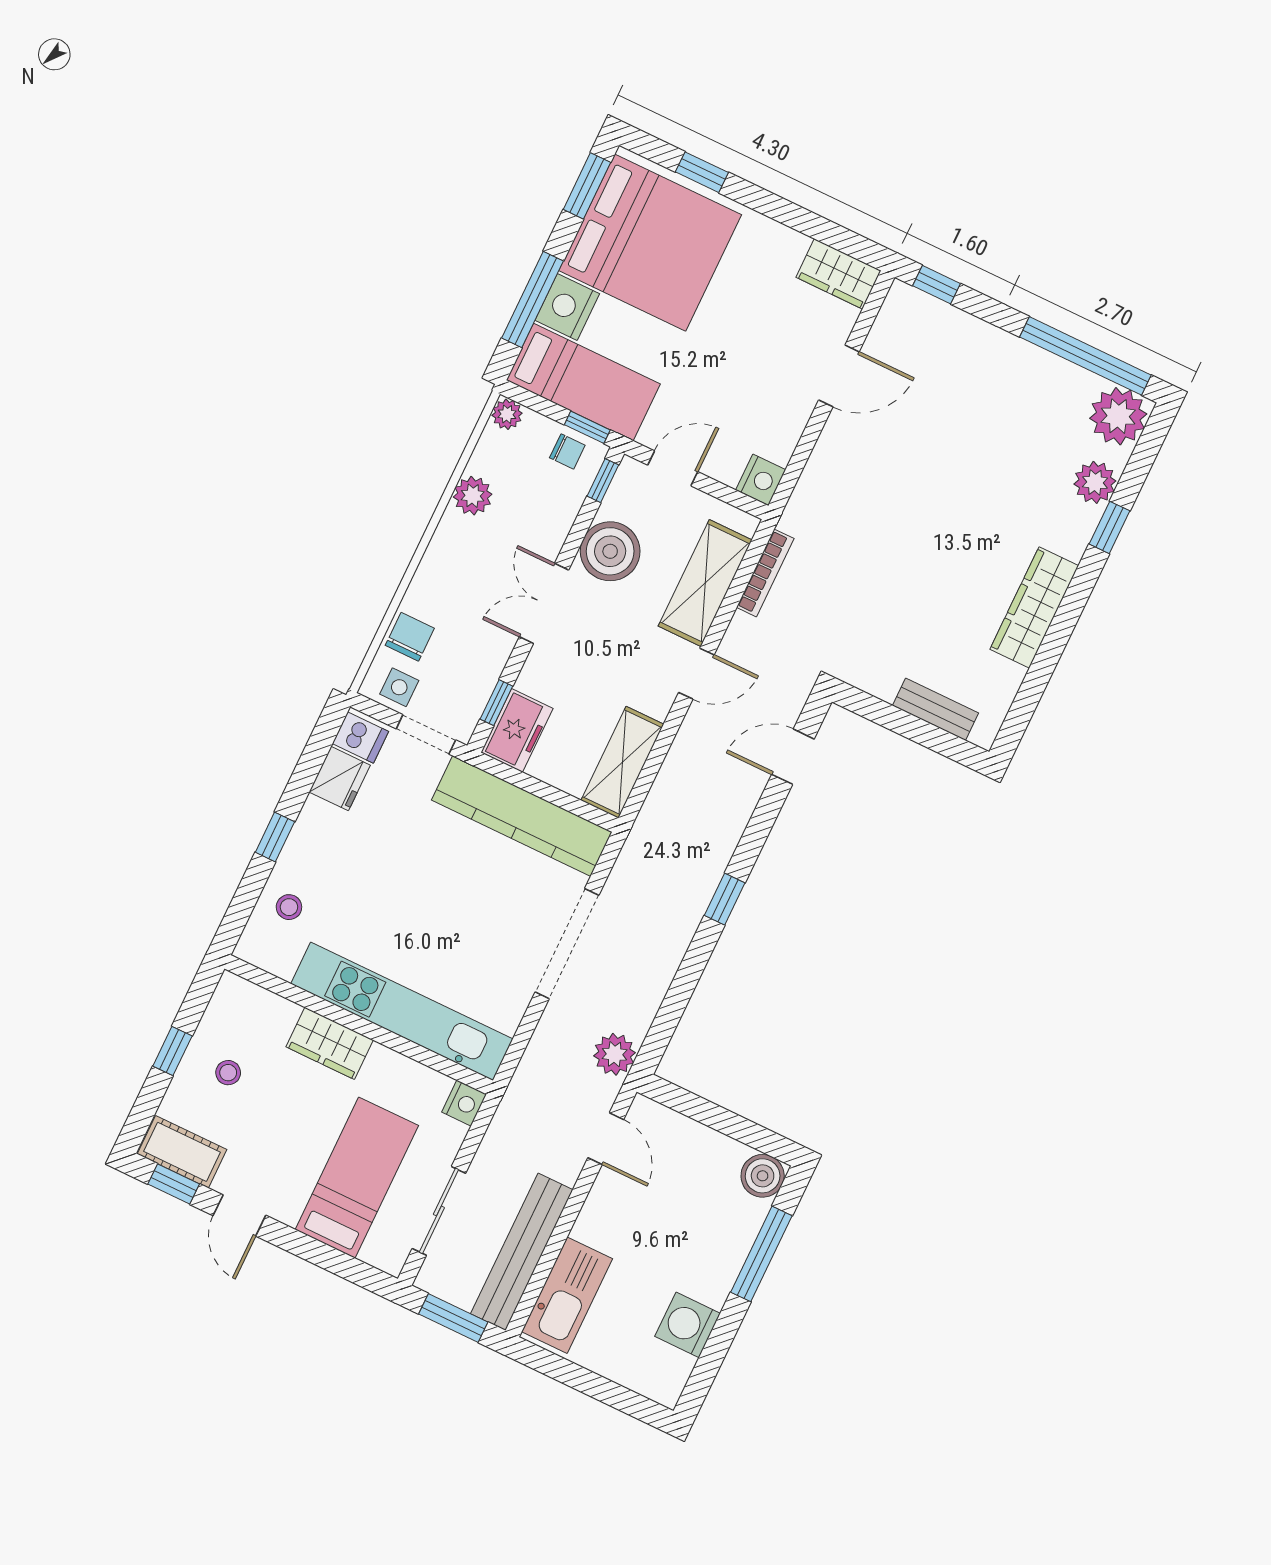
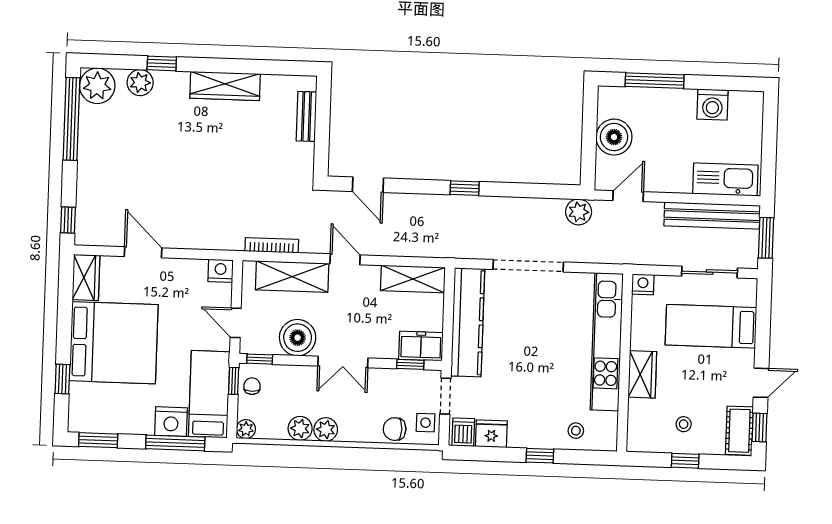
bed: (650, 243) -> (114, 343), moved, turned 90
plant: (454, 533) -> (326, 429), added
boiler: (763, 1176) -> (614, 137), moved, width x1.37, depth x1.37

